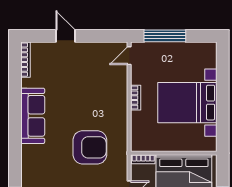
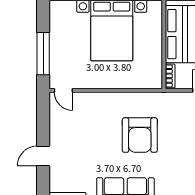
bookcase: (136, 98) -> (107, 84), removed
armchair: (90, 147) -> (140, 135), moved, turned 180

